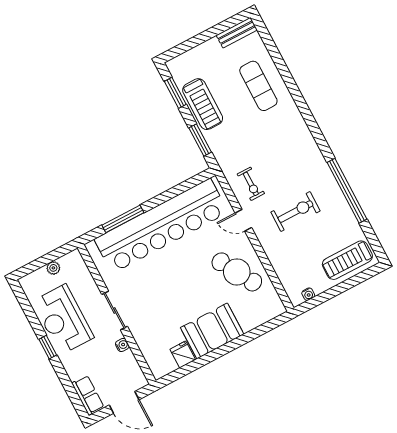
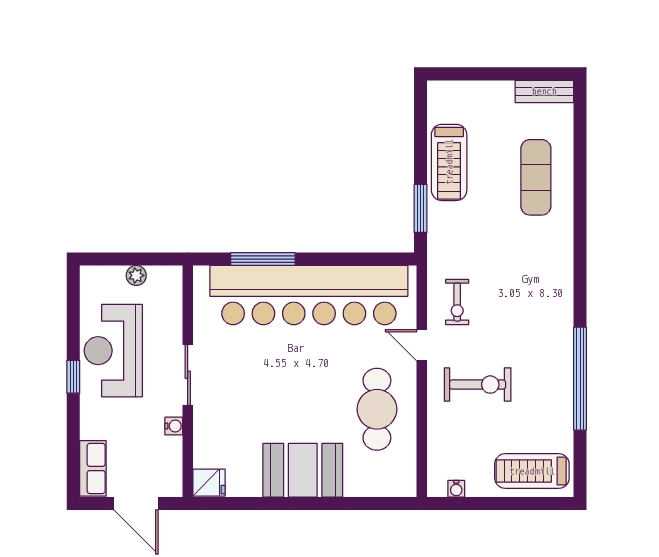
window: (175, 93) -> (421, 128), removed
exercise bike: (295, 212) -> (478, 385), moved
cafe table: (237, 272) -> (377, 409), turned 30
fridge: (183, 355) -> (209, 483), moved, turned 90

